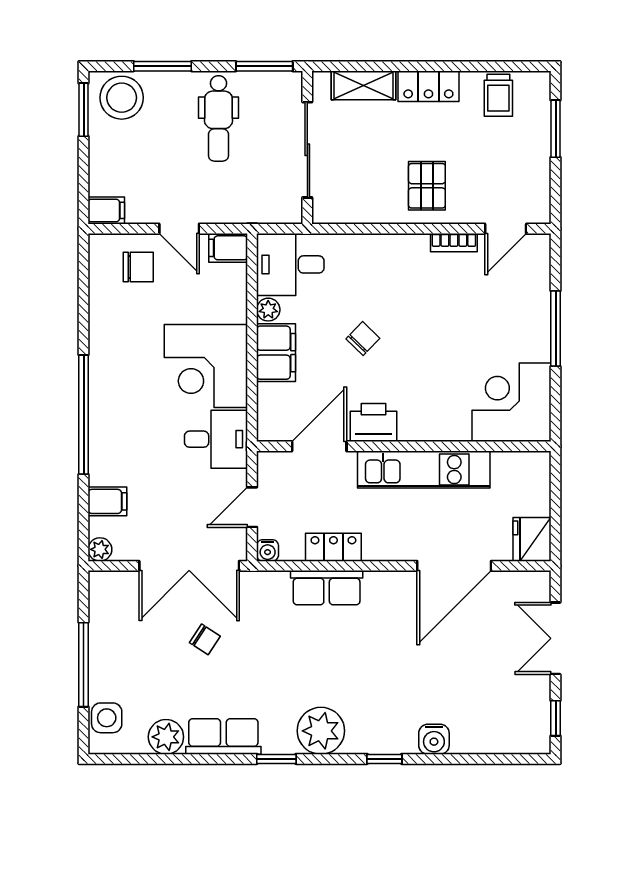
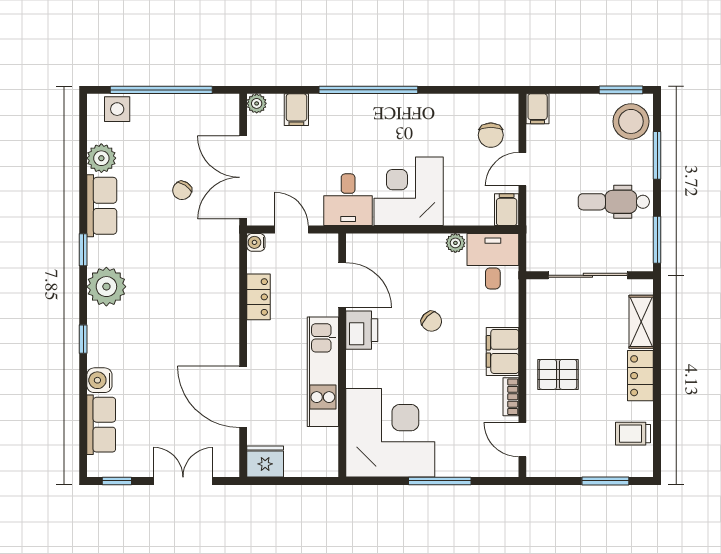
filing cabinet: (276, 353) -> (503, 351), moved, turned 90
corner desk: (512, 402) -> (390, 433), width x1.36, depth x1.36
row of seats: (327, 588) -> (101, 425), moved, turned 180
window: (84, 665) -> (161, 90), width x1.46

